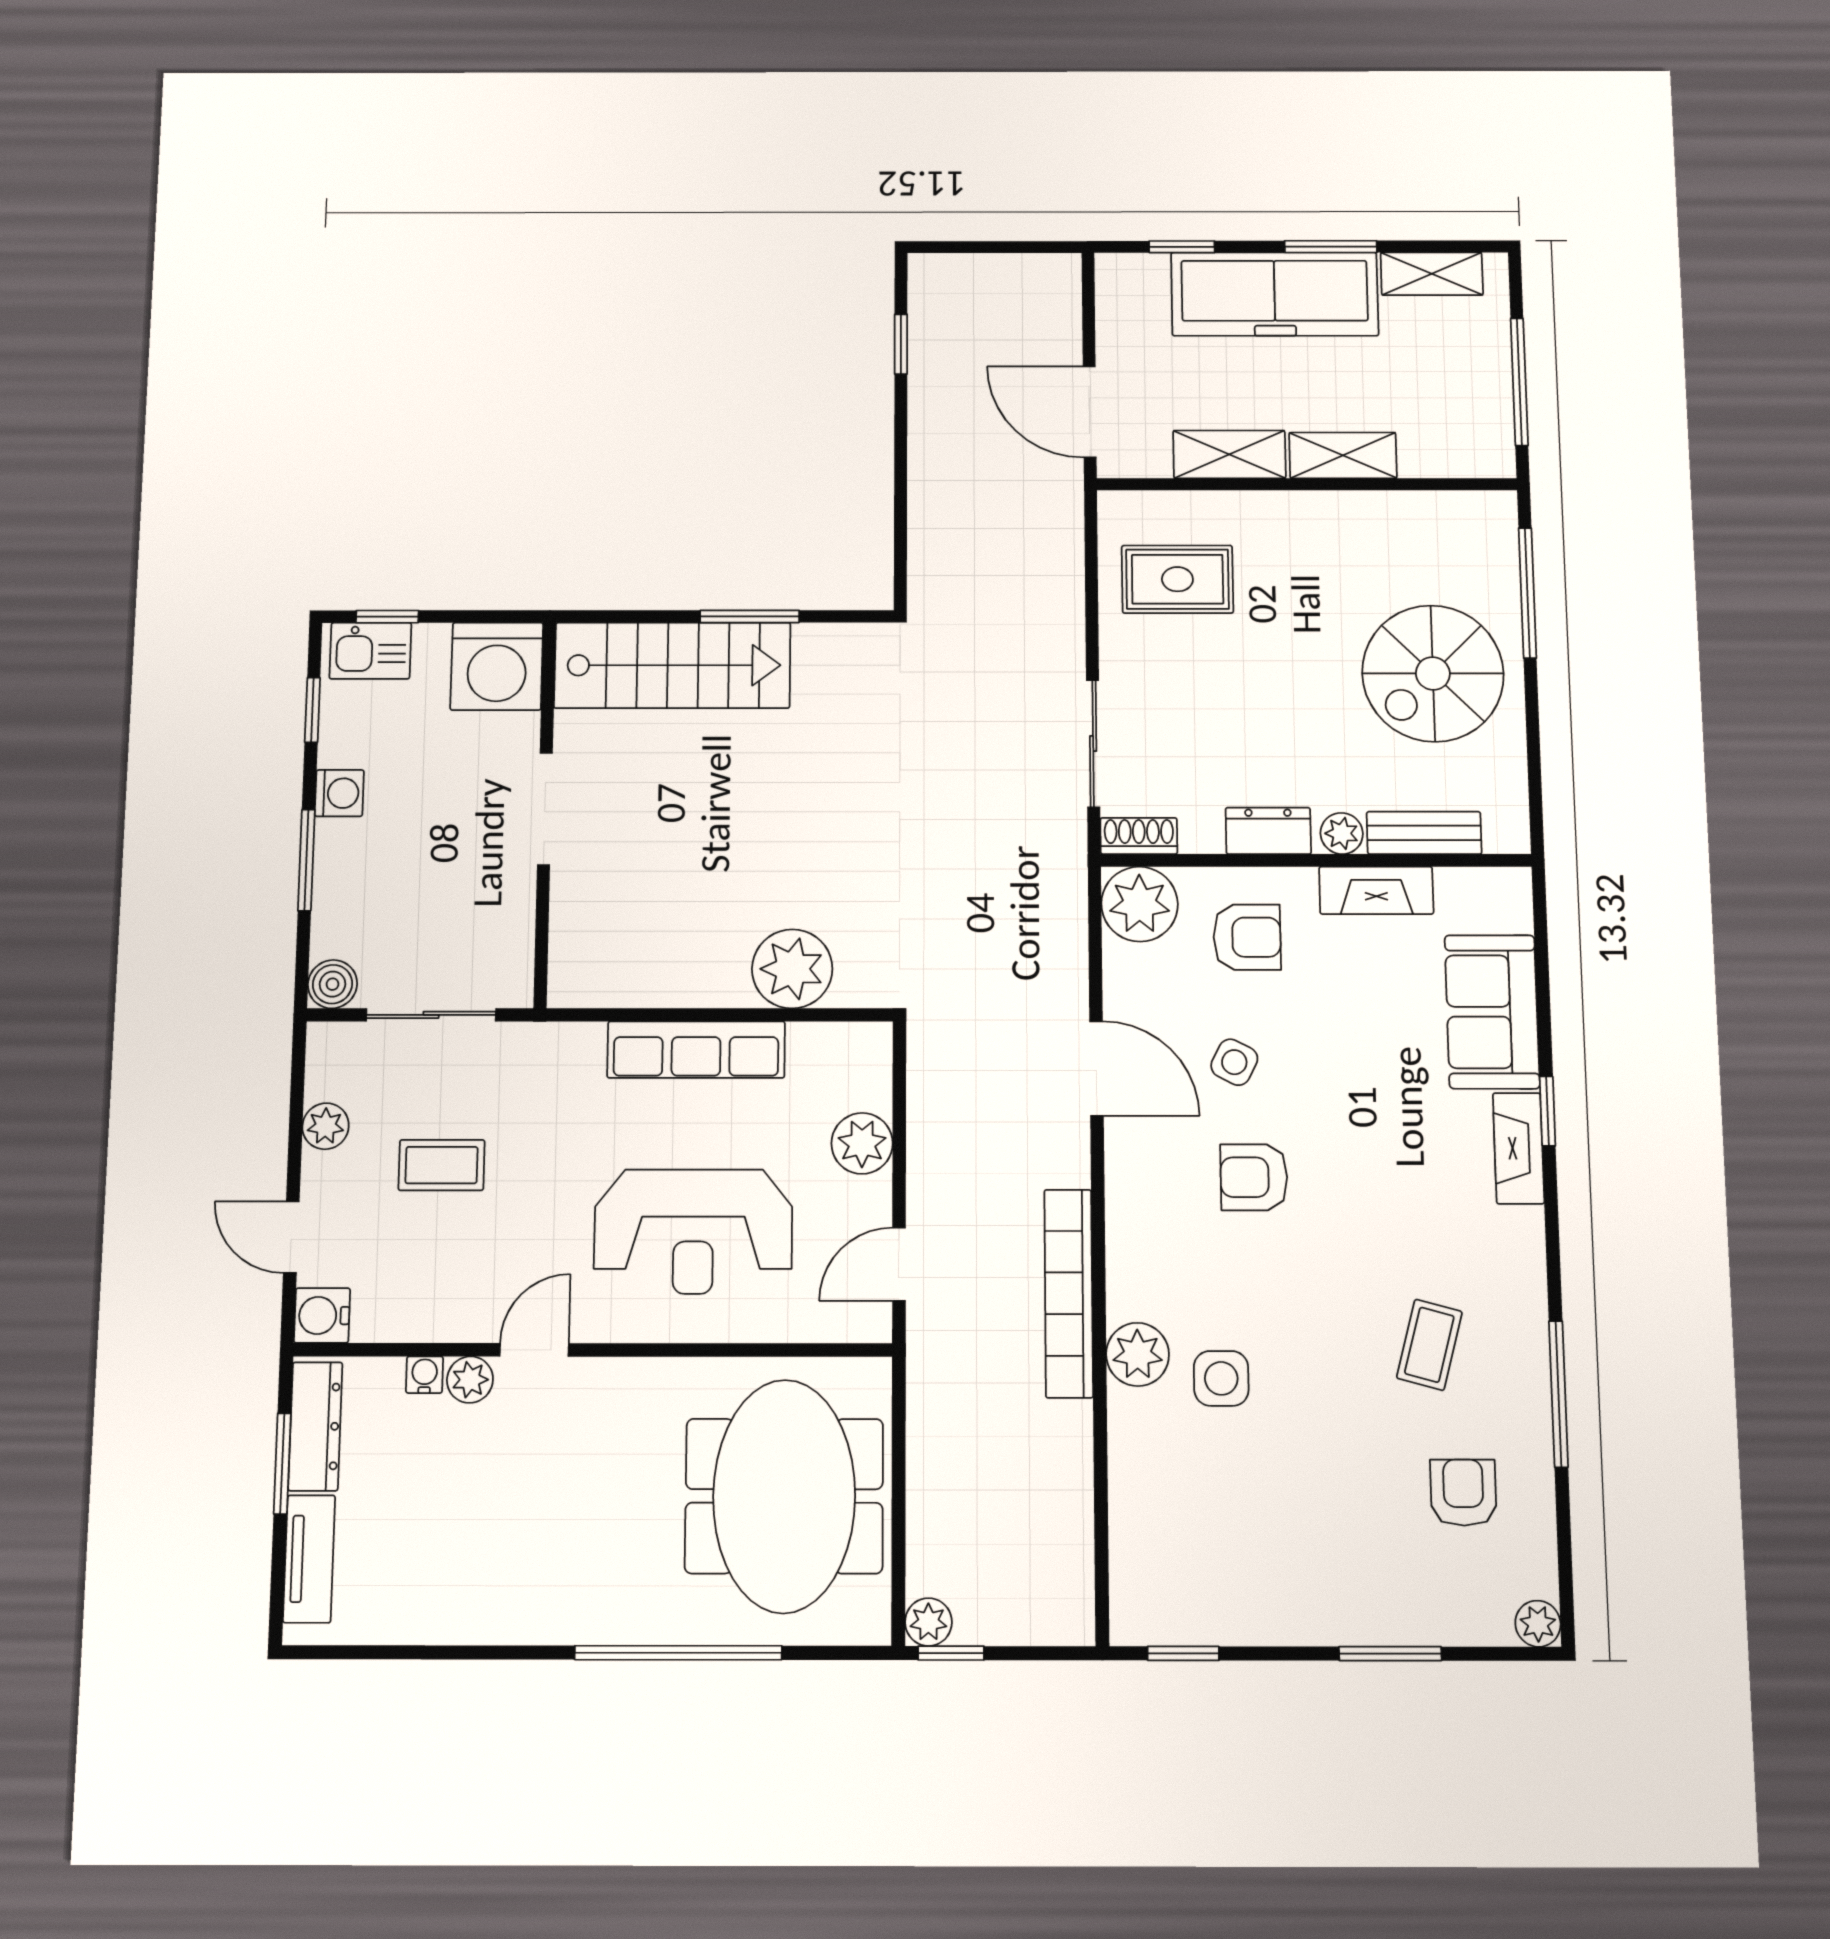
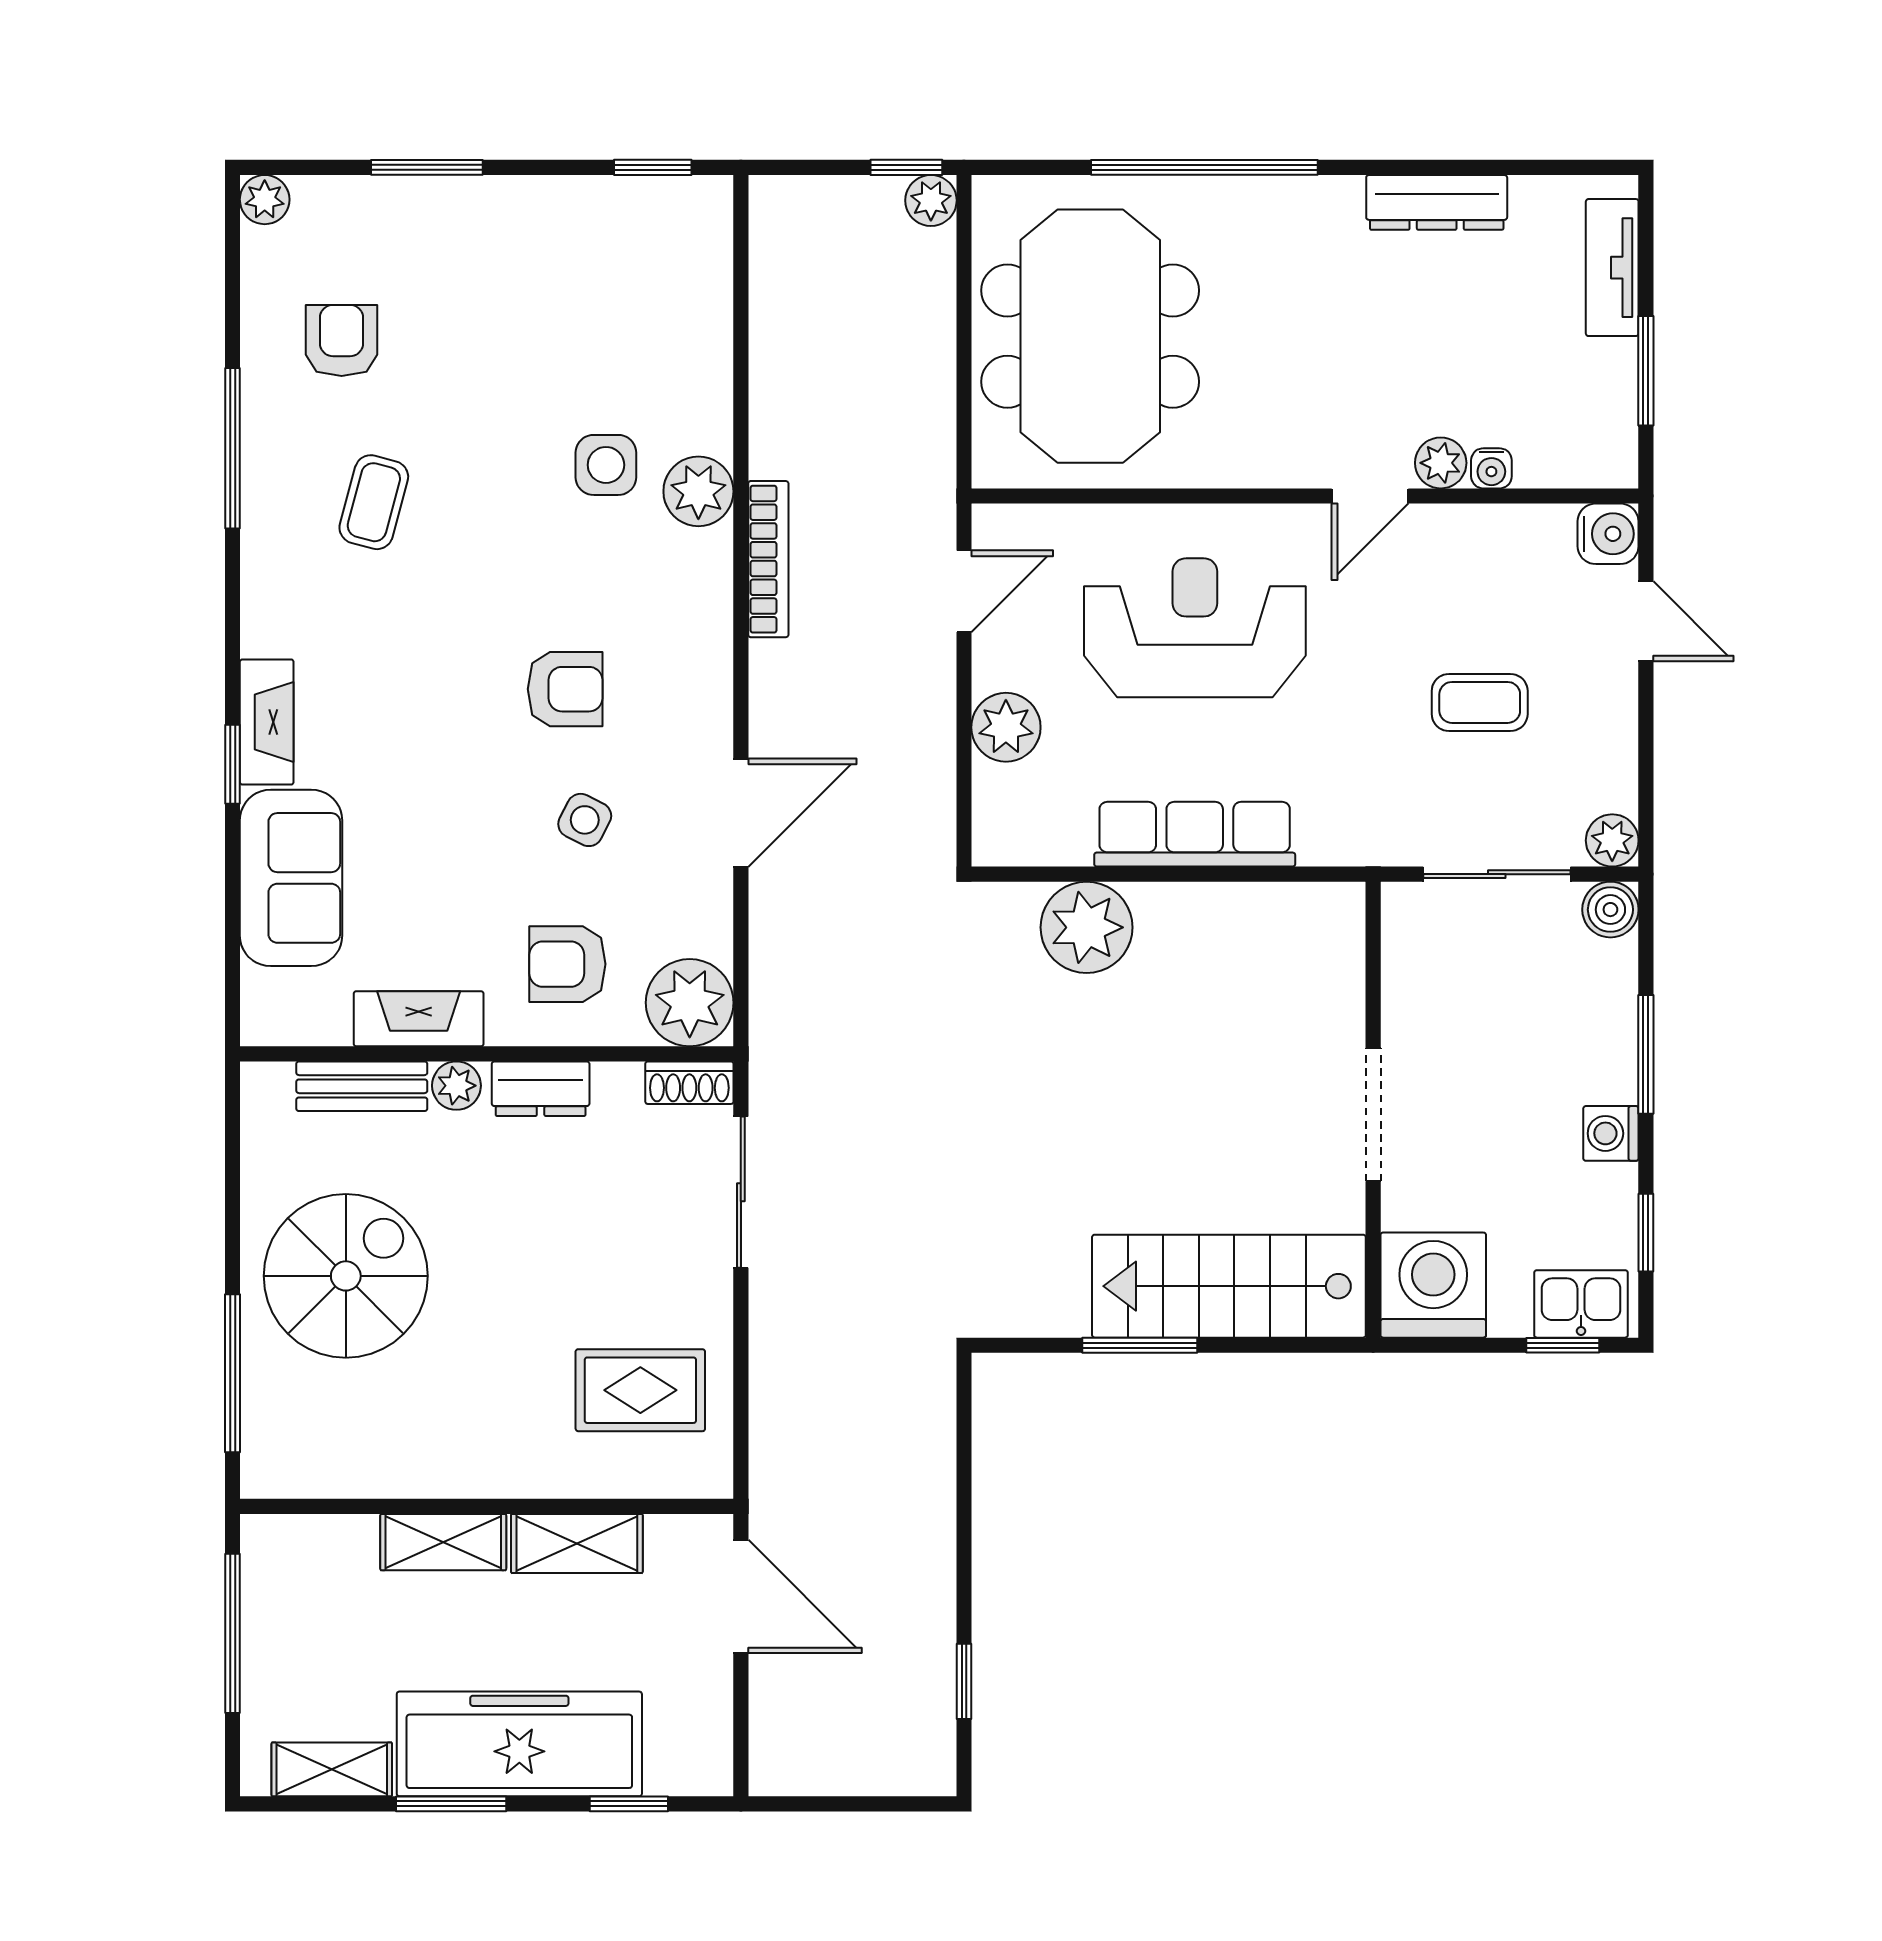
door: (1096, 1068) -> (741, 813), swing flipped
plant: (326, 1126) -> (1612, 840), moved
bookcase: (1069, 1293) -> (768, 559), width x0.68, depth x0.76
dresser: (315, 1426) -> (1437, 202), moved, turned -90
armchair: (1463, 1493) -> (342, 341), turned 180

